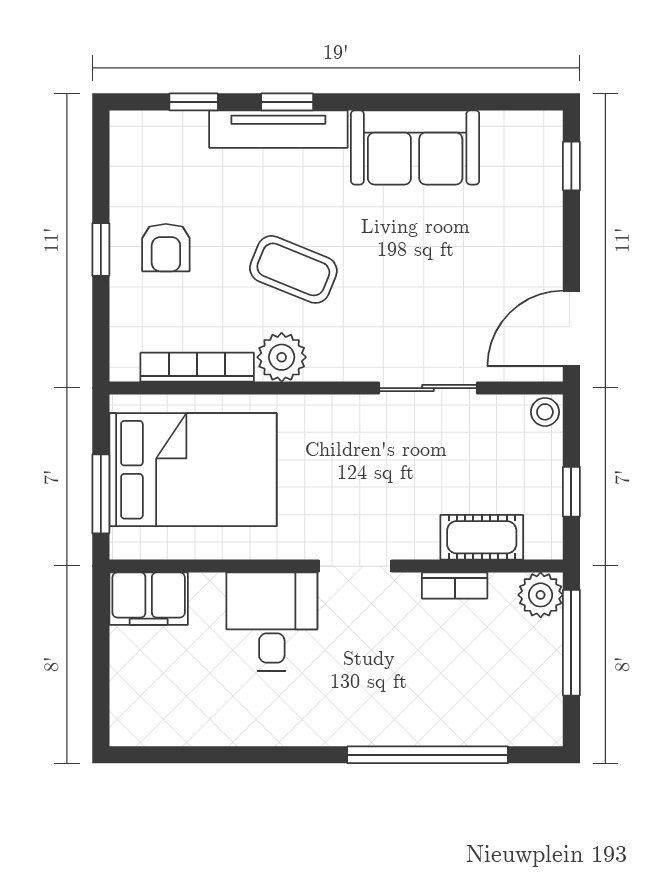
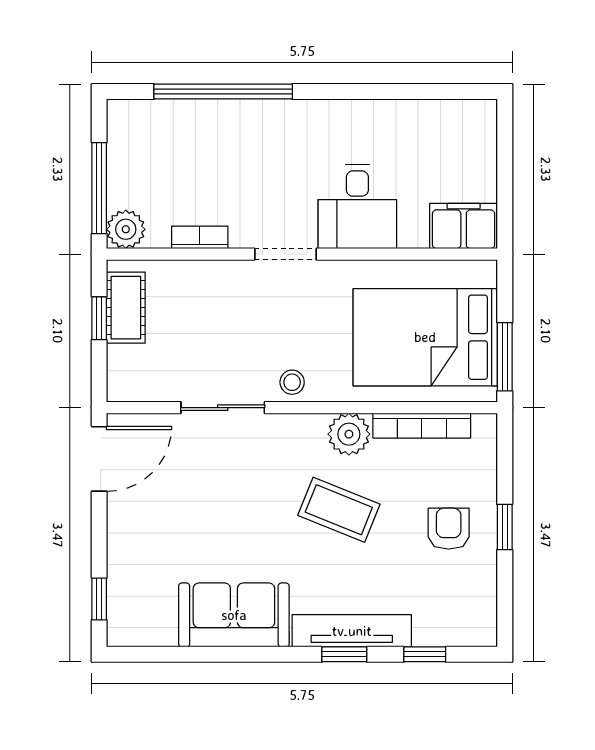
stool: (545, 412) -> (292, 382), moved
window: (101, 494) -> (505, 357), moved
cot: (482, 537) -> (126, 308), moved, turned 90

